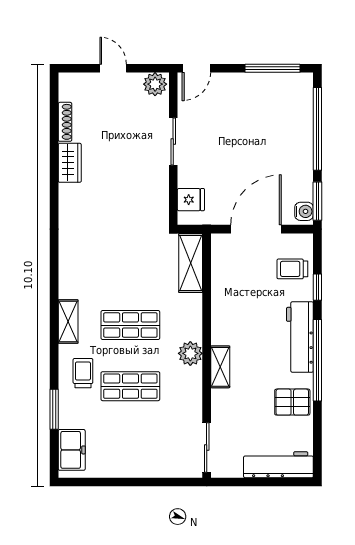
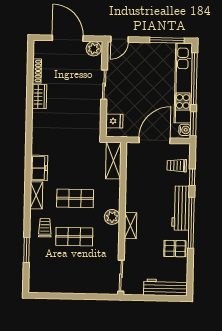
door: (113, 68) -> (68, 38), width x1.87
kitchen unit: (300, 136) -> (183, 83), added
freezer: (72, 450) -> (39, 168), moved

